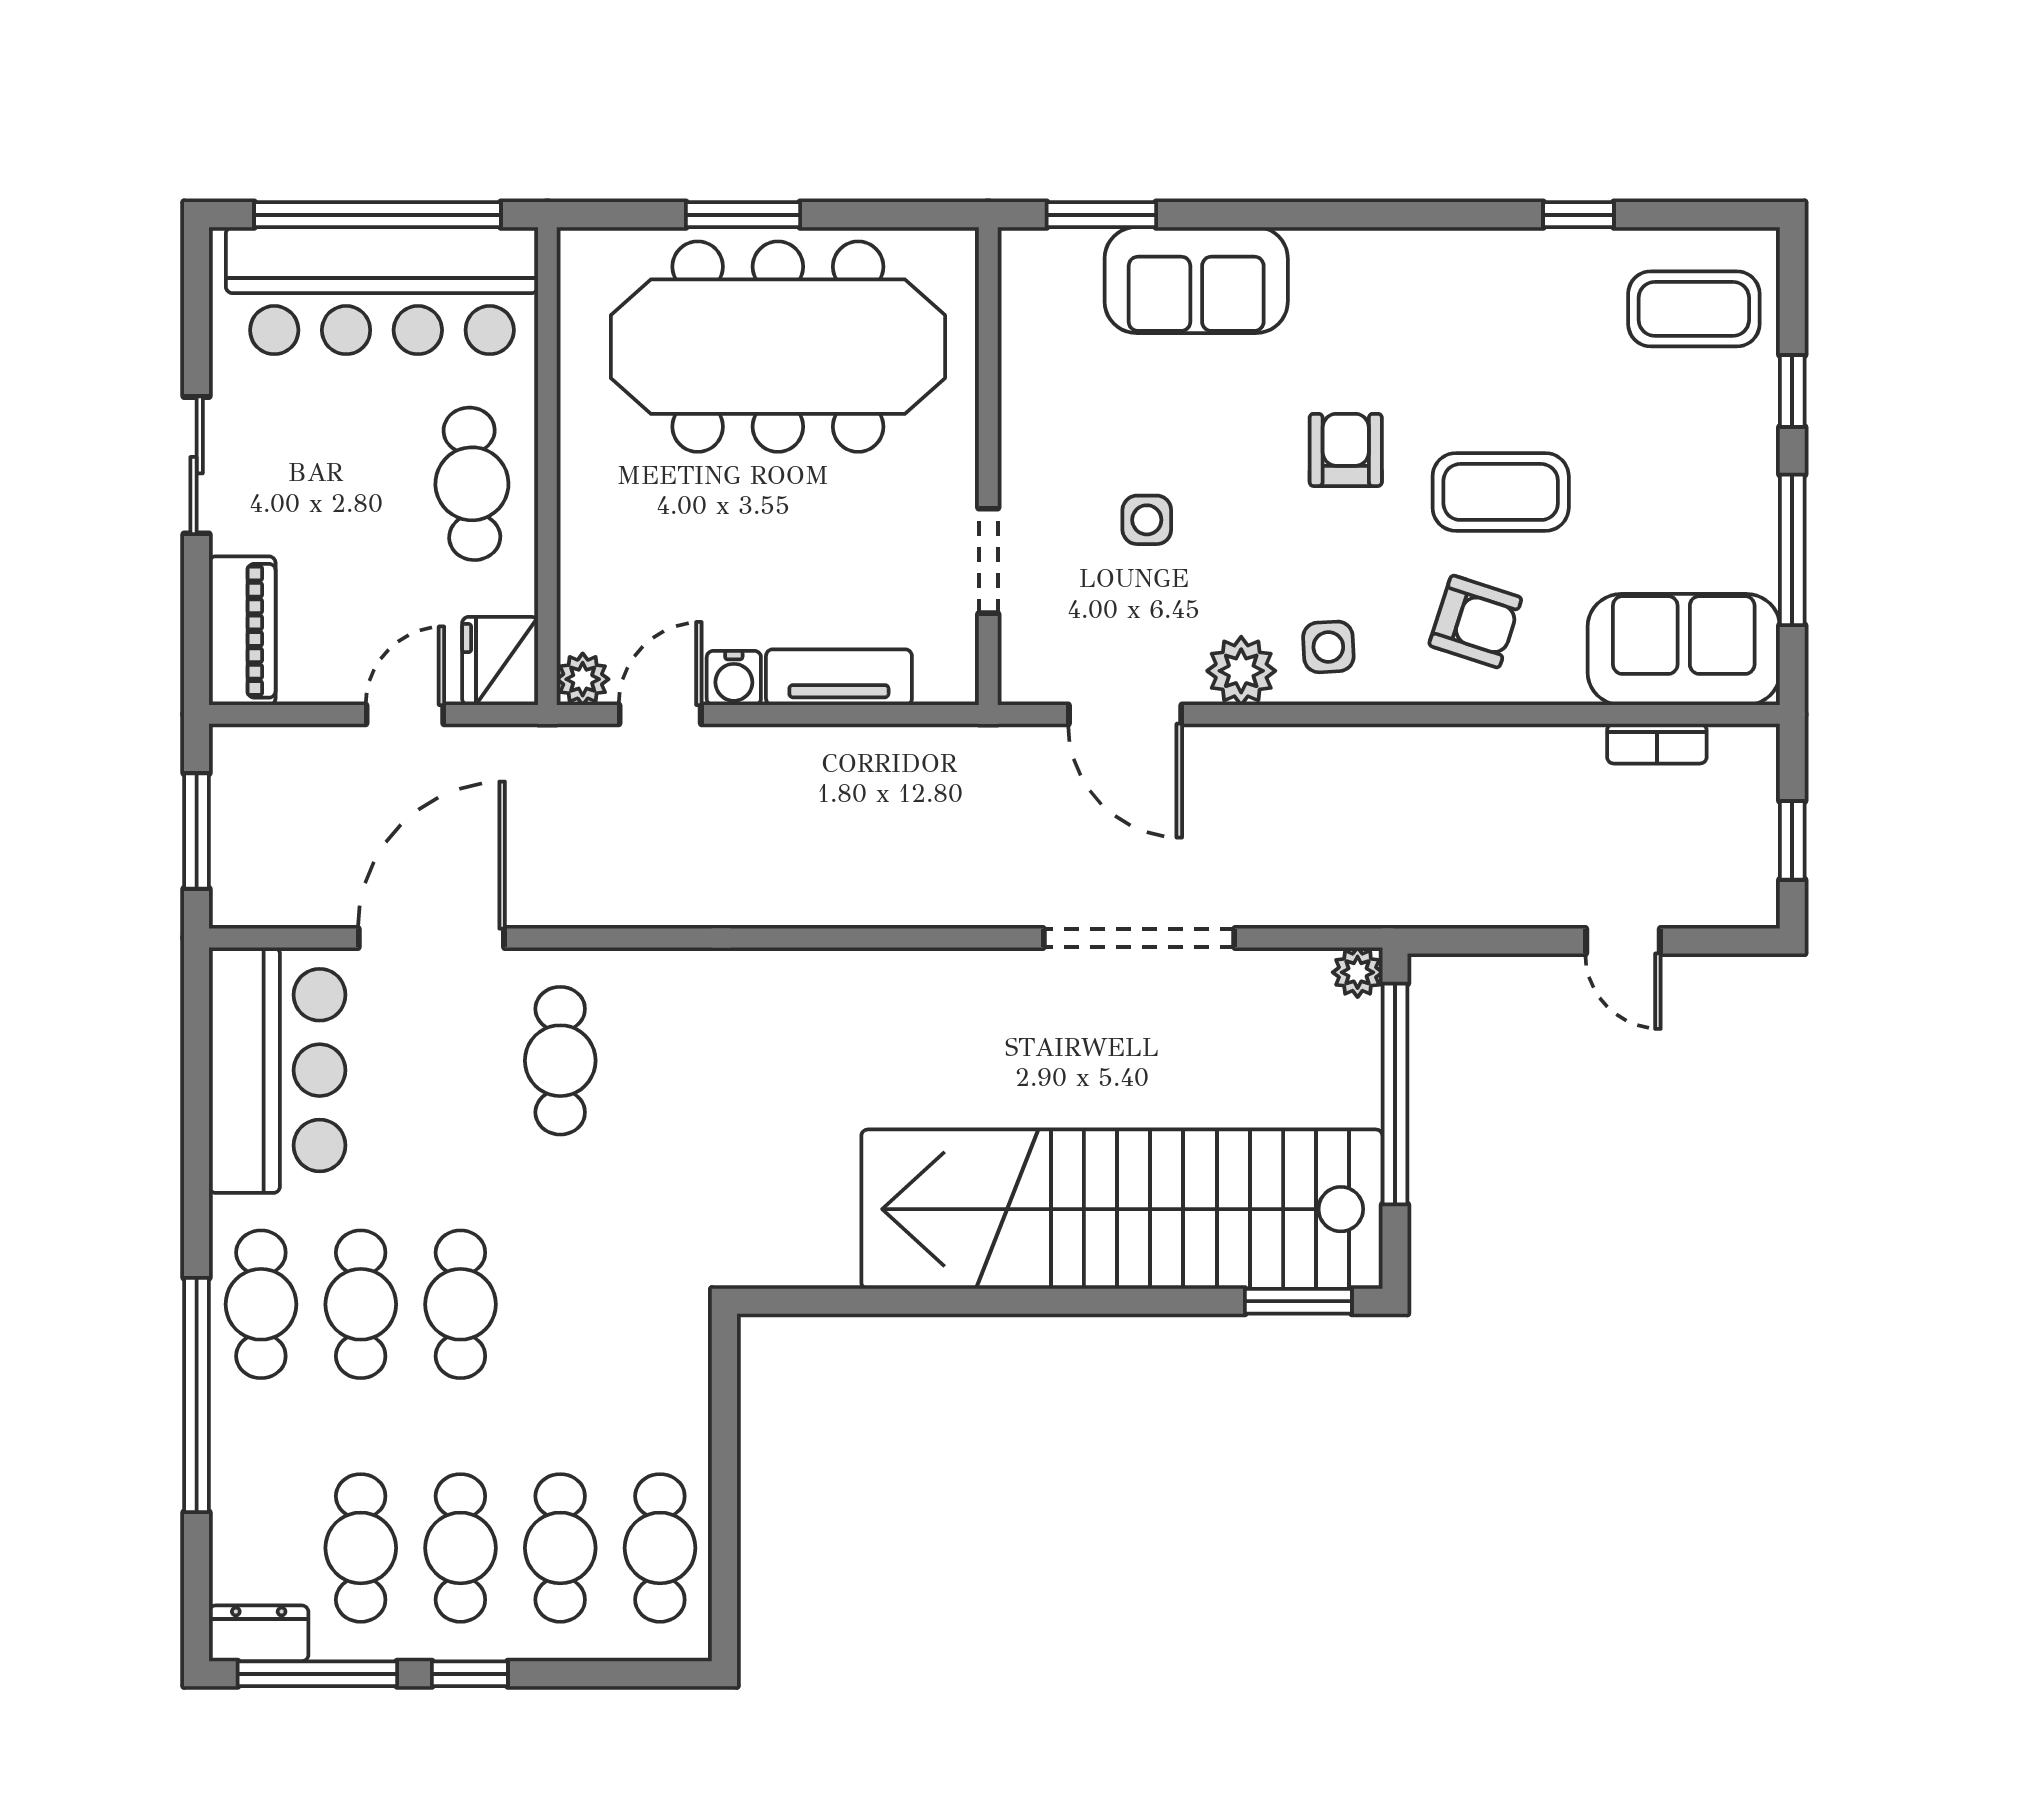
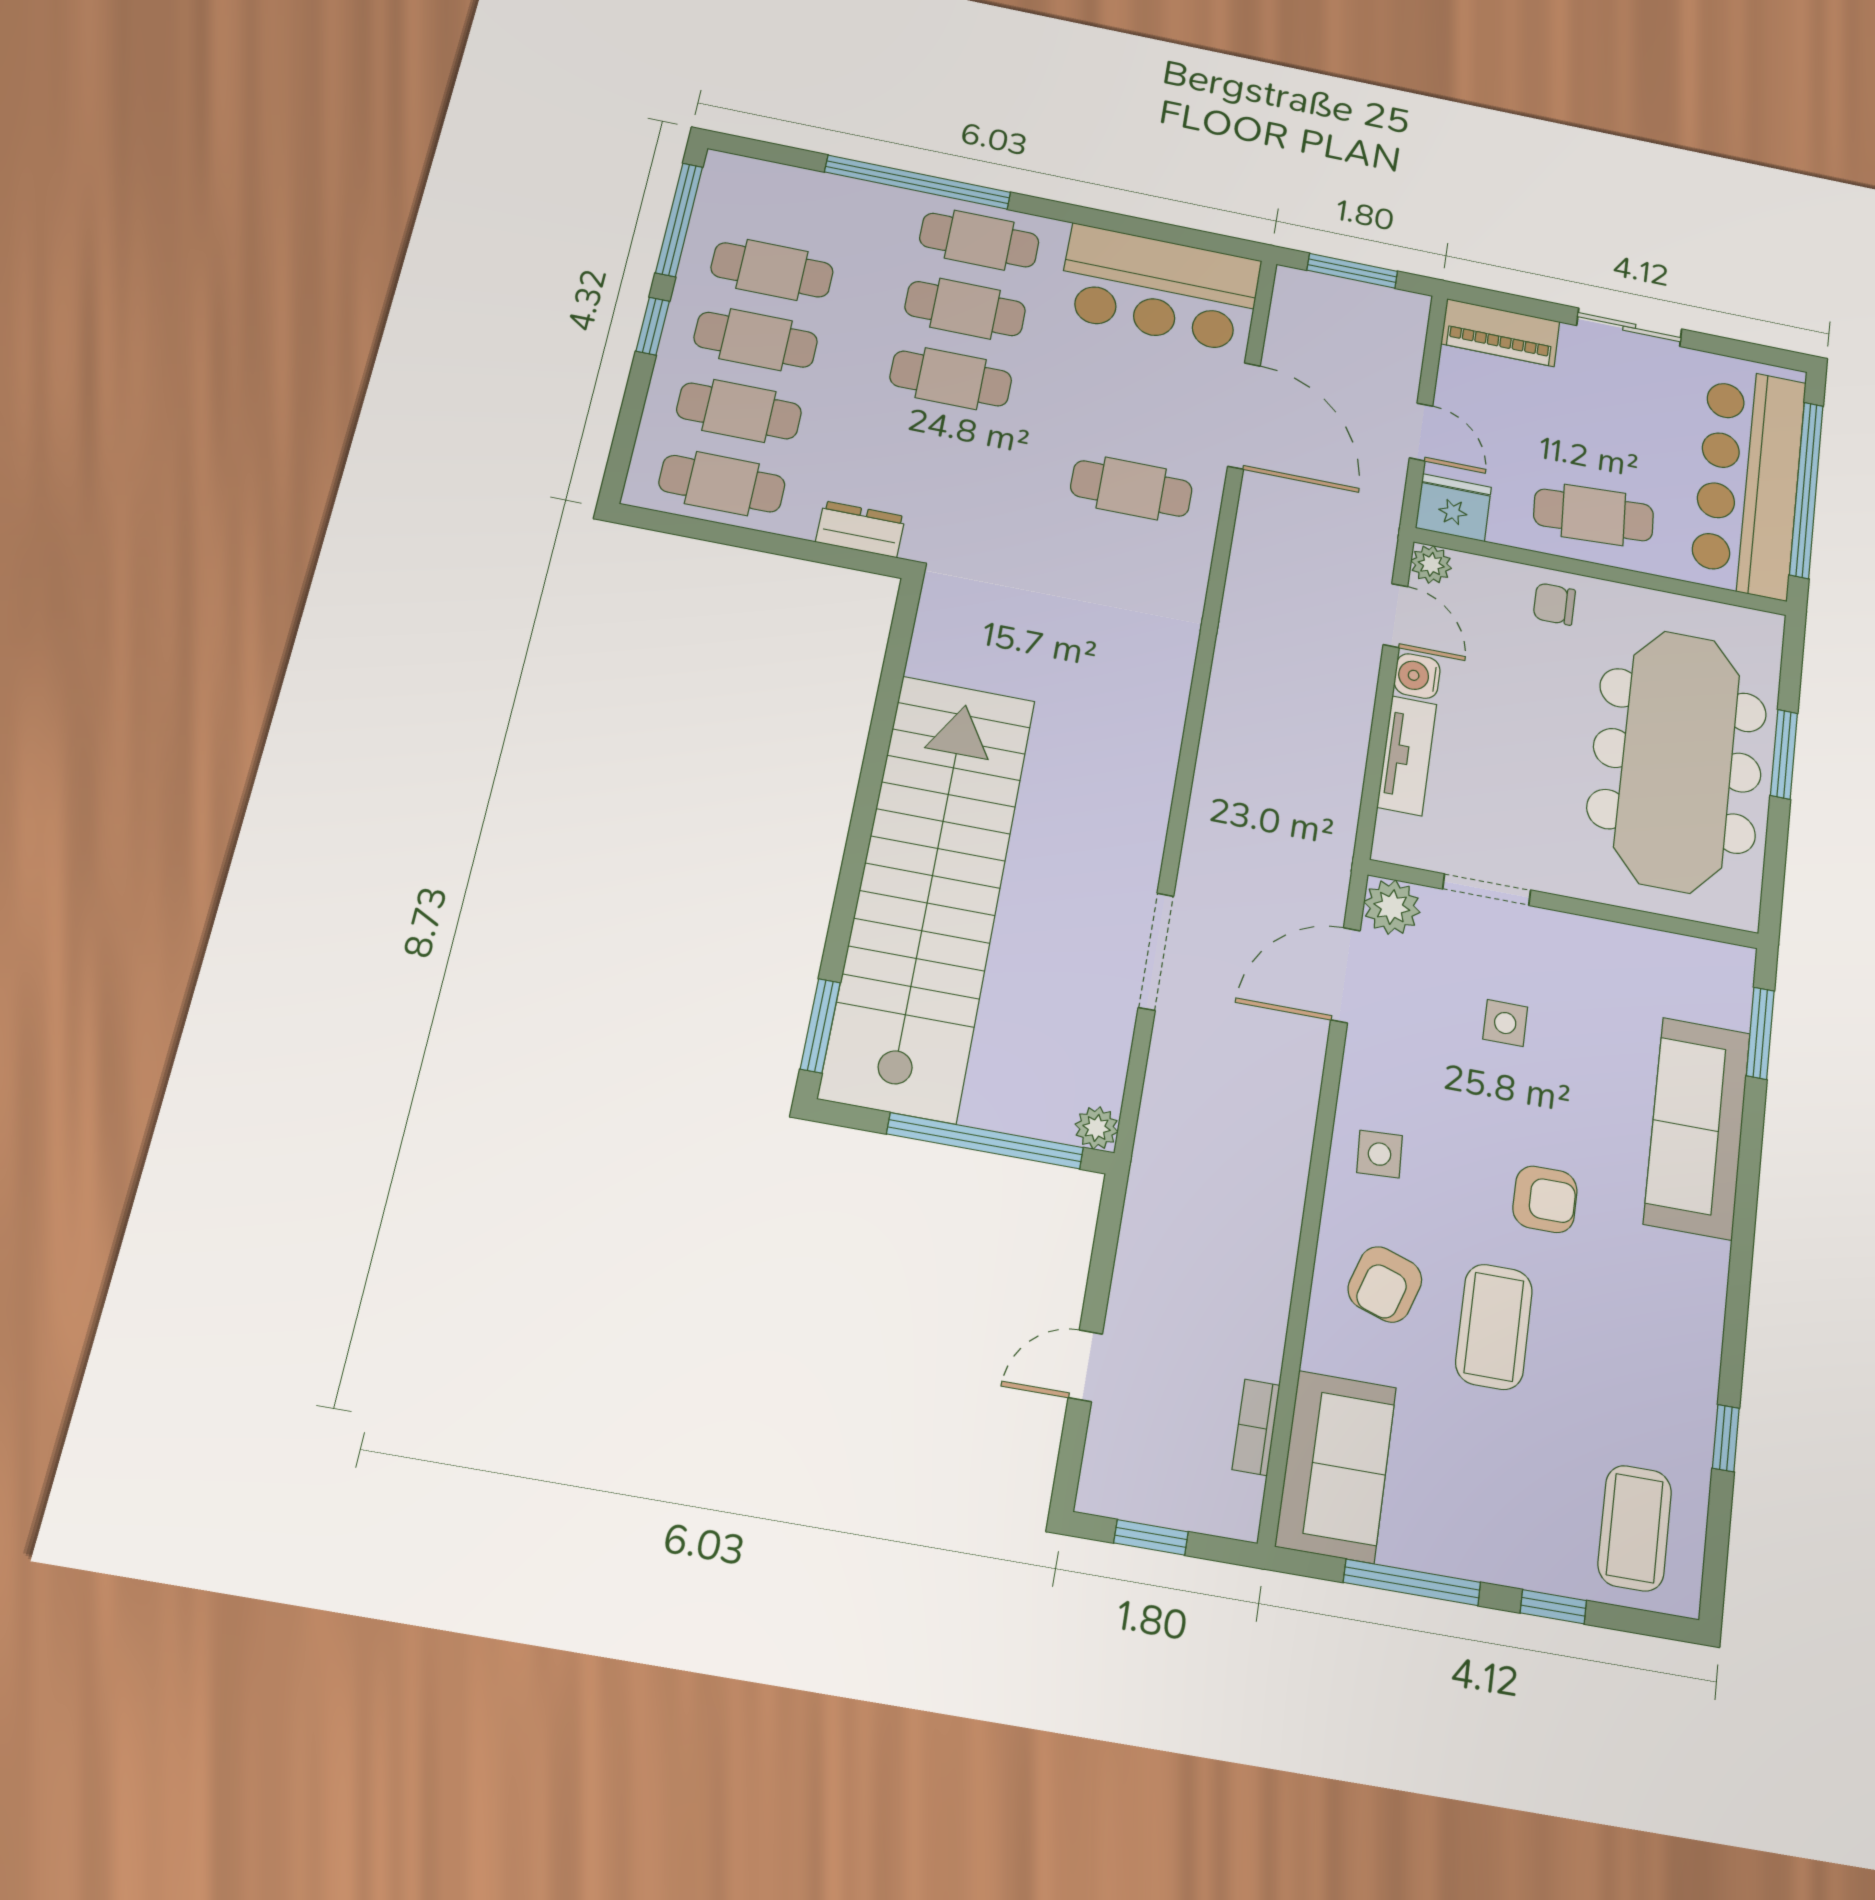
sofa: (1196, 280) -> (1697, 1128), width x1.36
chair: (603, 520) -> (1554, 604), added
plant: (1241, 671) -> (1392, 907), moved
doorway: (1139, 938) -> (1156, 951), width x0.73
dresser: (259, 1633) -> (860, 529), moved, turned -90

